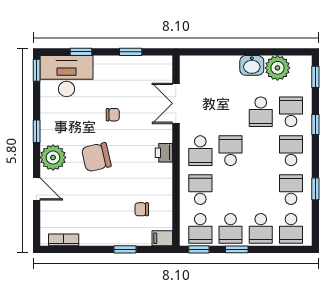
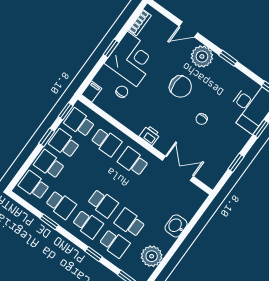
washbasin: (252, 65) -> (176, 226), moved
school desk: (231, 151) -> (103, 203), moved
chair: (96, 157) -> (180, 86), turned 103
corner desk: (103, 222) -> (132, 59), added
window: (125, 249) -> (111, 48), moved

